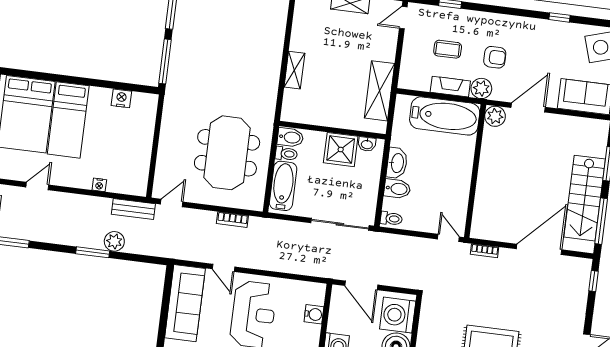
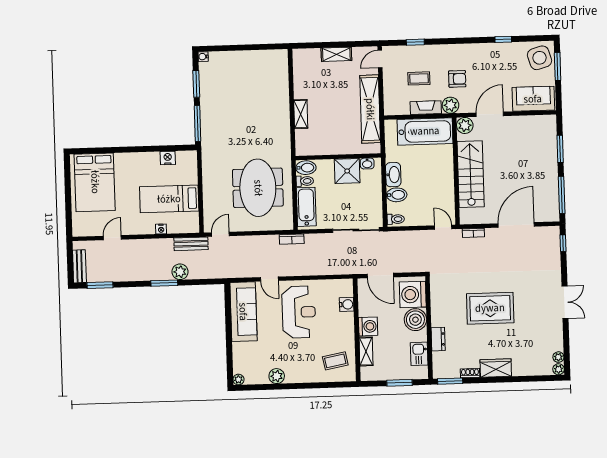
shelving: (380, 91) -> (370, 109), width x1.47
bed: (68, 120) -> (169, 199), moved, turned 90
stairs: (585, 198) -> (471, 174), moved, turned 180
bookcase: (232, 220) -> (292, 239), moved

